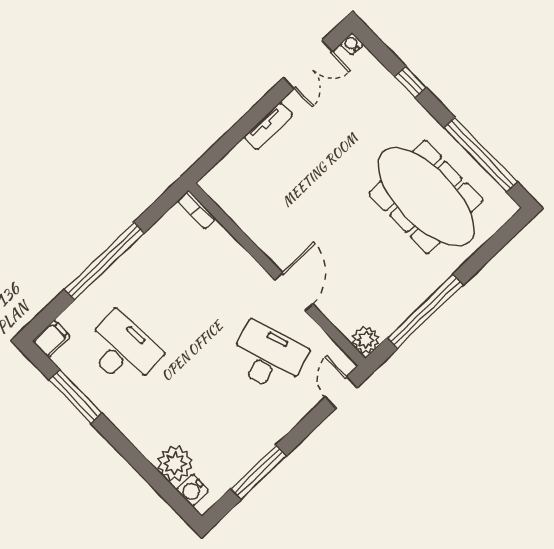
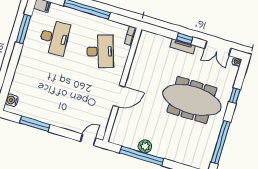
window: (256, 115) -> (185, 38), added
meeting table: (426, 197) -> (192, 100), moved, turned 90
plant: (366, 340) -> (145, 146), moved
desk: (268, 357) -> (100, 51), moved
plant: (175, 463) -> (19, 87), removed

